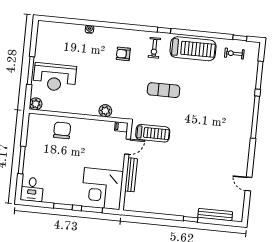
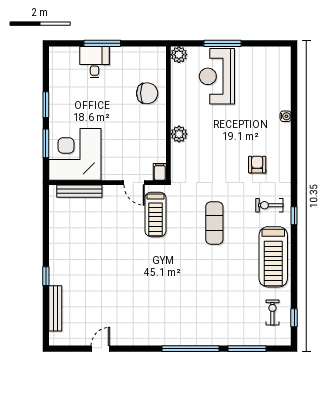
plant: (105, 111) -> (179, 134), moved
bench: (131, 175) -> (79, 191), moved
desk: (32, 189) -> (94, 62), moved, turned 90

